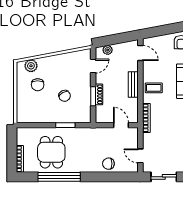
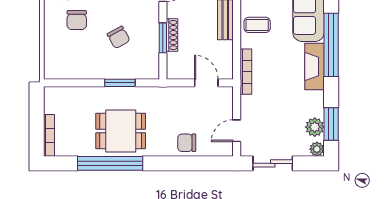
dining table: (51, 152) -> (121, 131), moved, turned 90
door: (140, 156) -> (237, 131), hinge flipped

